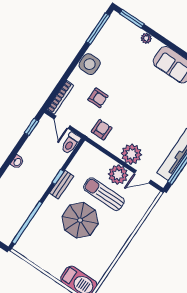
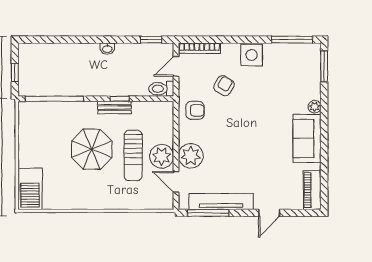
plant: (146, 38) -> (315, 107), moved
armchair: (98, 98) -> (224, 86), turned -149
sun lounger: (104, 194) -> (133, 155), turned 180

